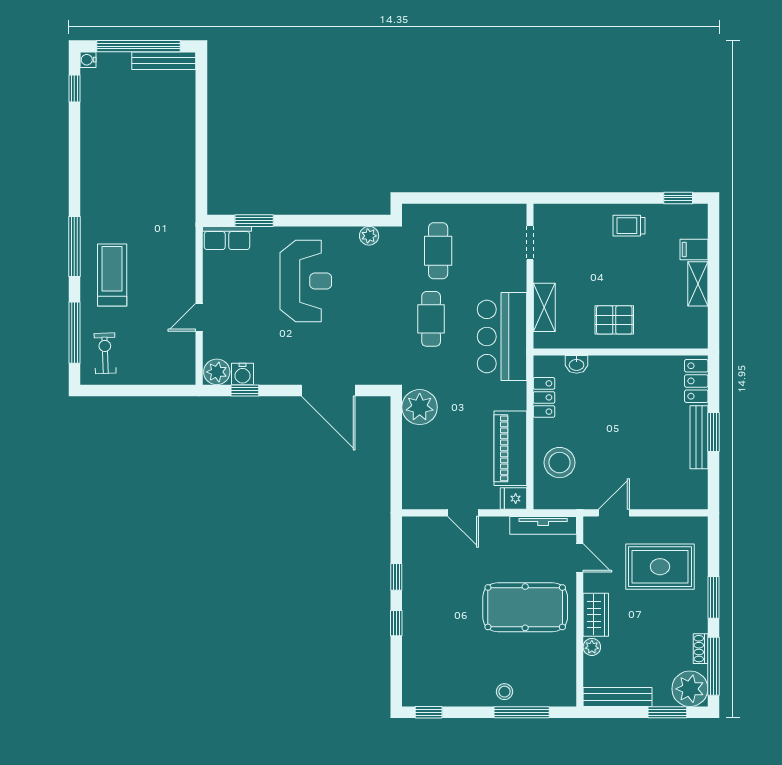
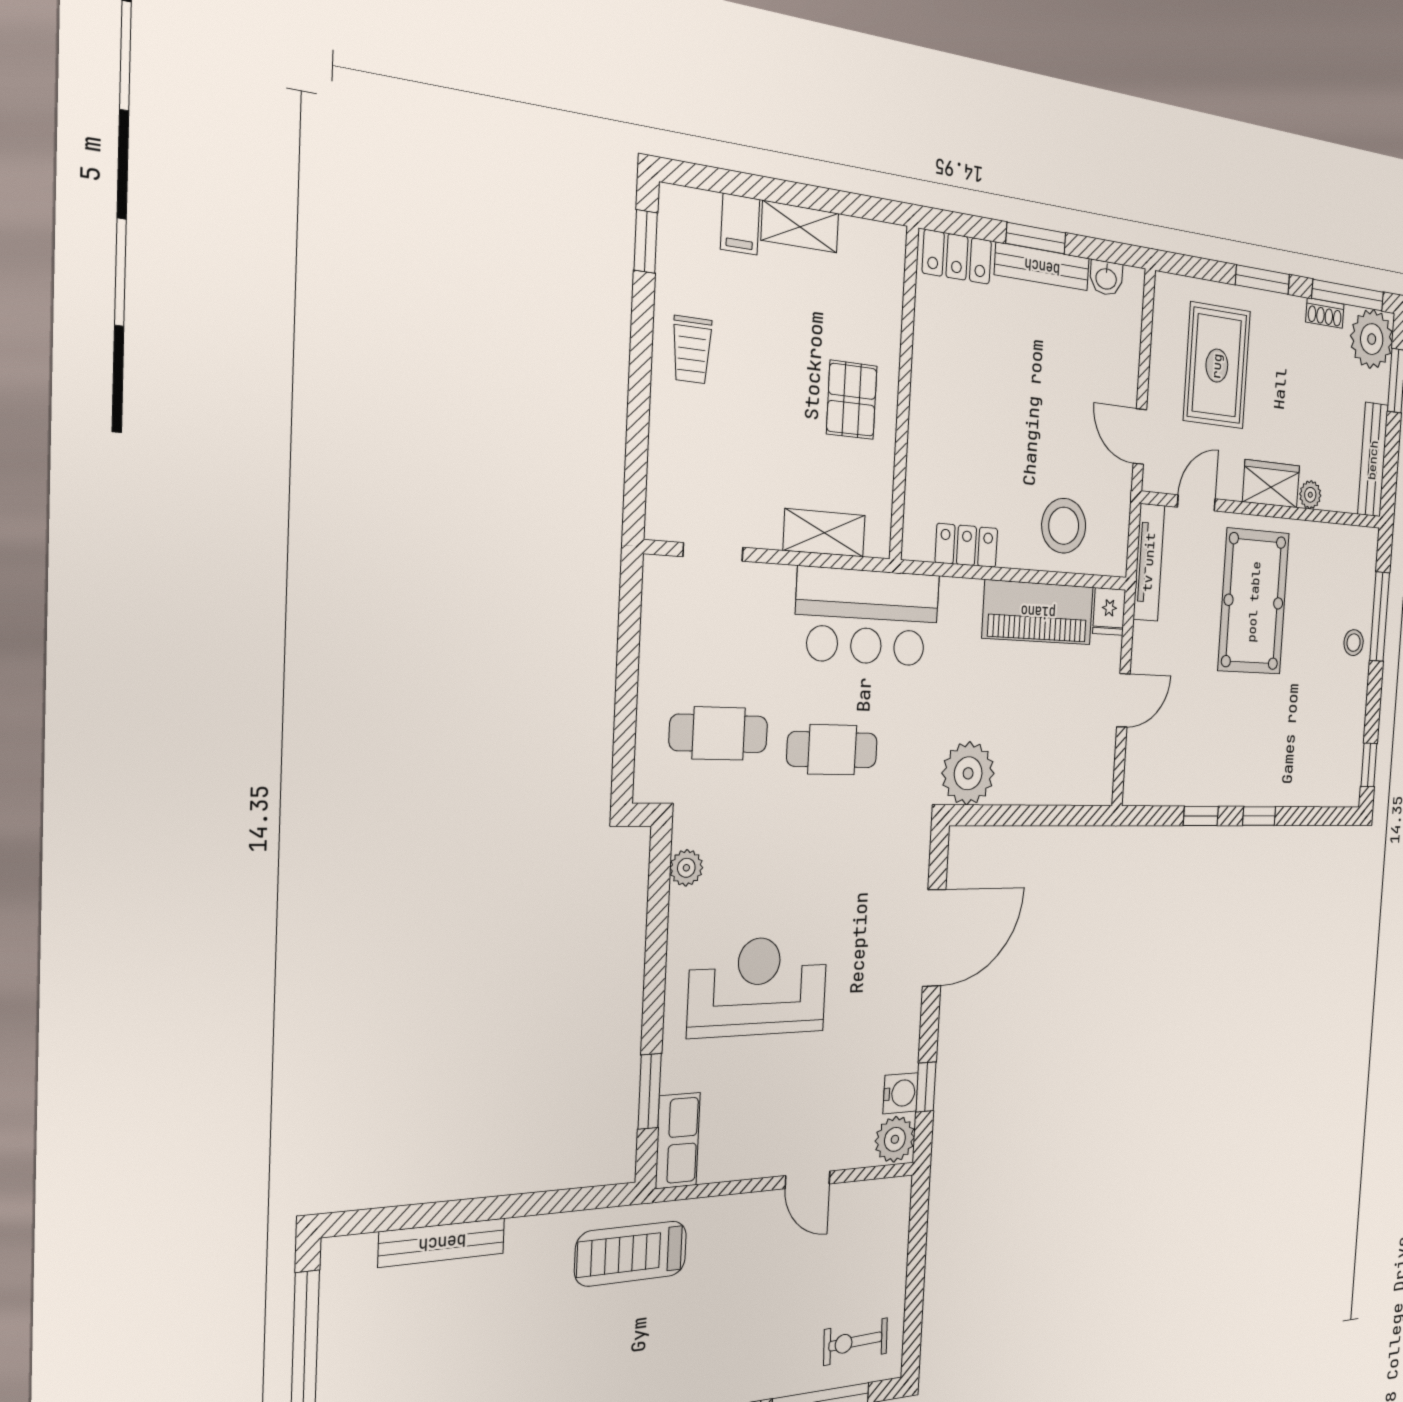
bench: (164, 61) -> (442, 1243), moved, turned 90
treadmill: (112, 275) -> (631, 1254), moved
washbasin: (577, 364) -> (1106, 278), moved, turned 90

